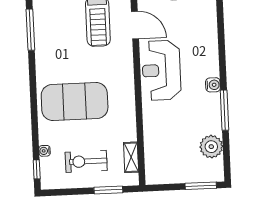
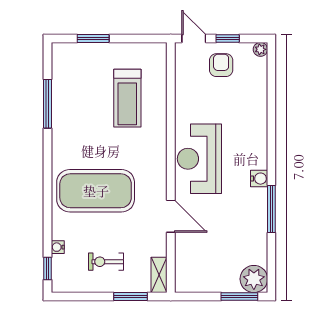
door: (135, 25) -> (171, 216), moved
plant: (211, 147) -> (254, 279), moved
shelving: (131, 157) -> (159, 275), moved
exercise bike: (86, 161) -> (106, 262), width x0.73, depth x0.72

